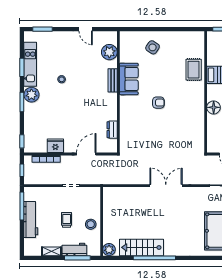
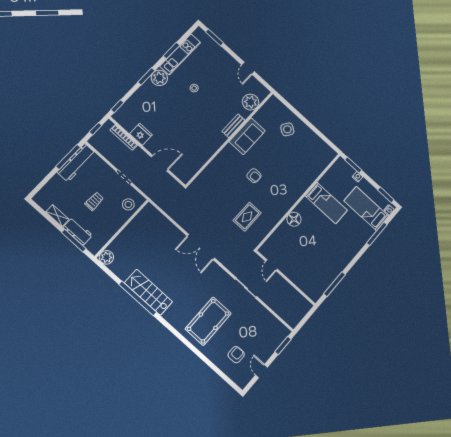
rug: (194, 70) -> (247, 217), moved
dresser: (112, 130) -> (198, 163), removed
double door: (166, 186) -> (201, 247), swing flipped
workbench: (31, 220) -> (76, 163), moved
stool: (91, 224) -> (128, 204), moved
stairs: (141, 247) -> (148, 292), moved

